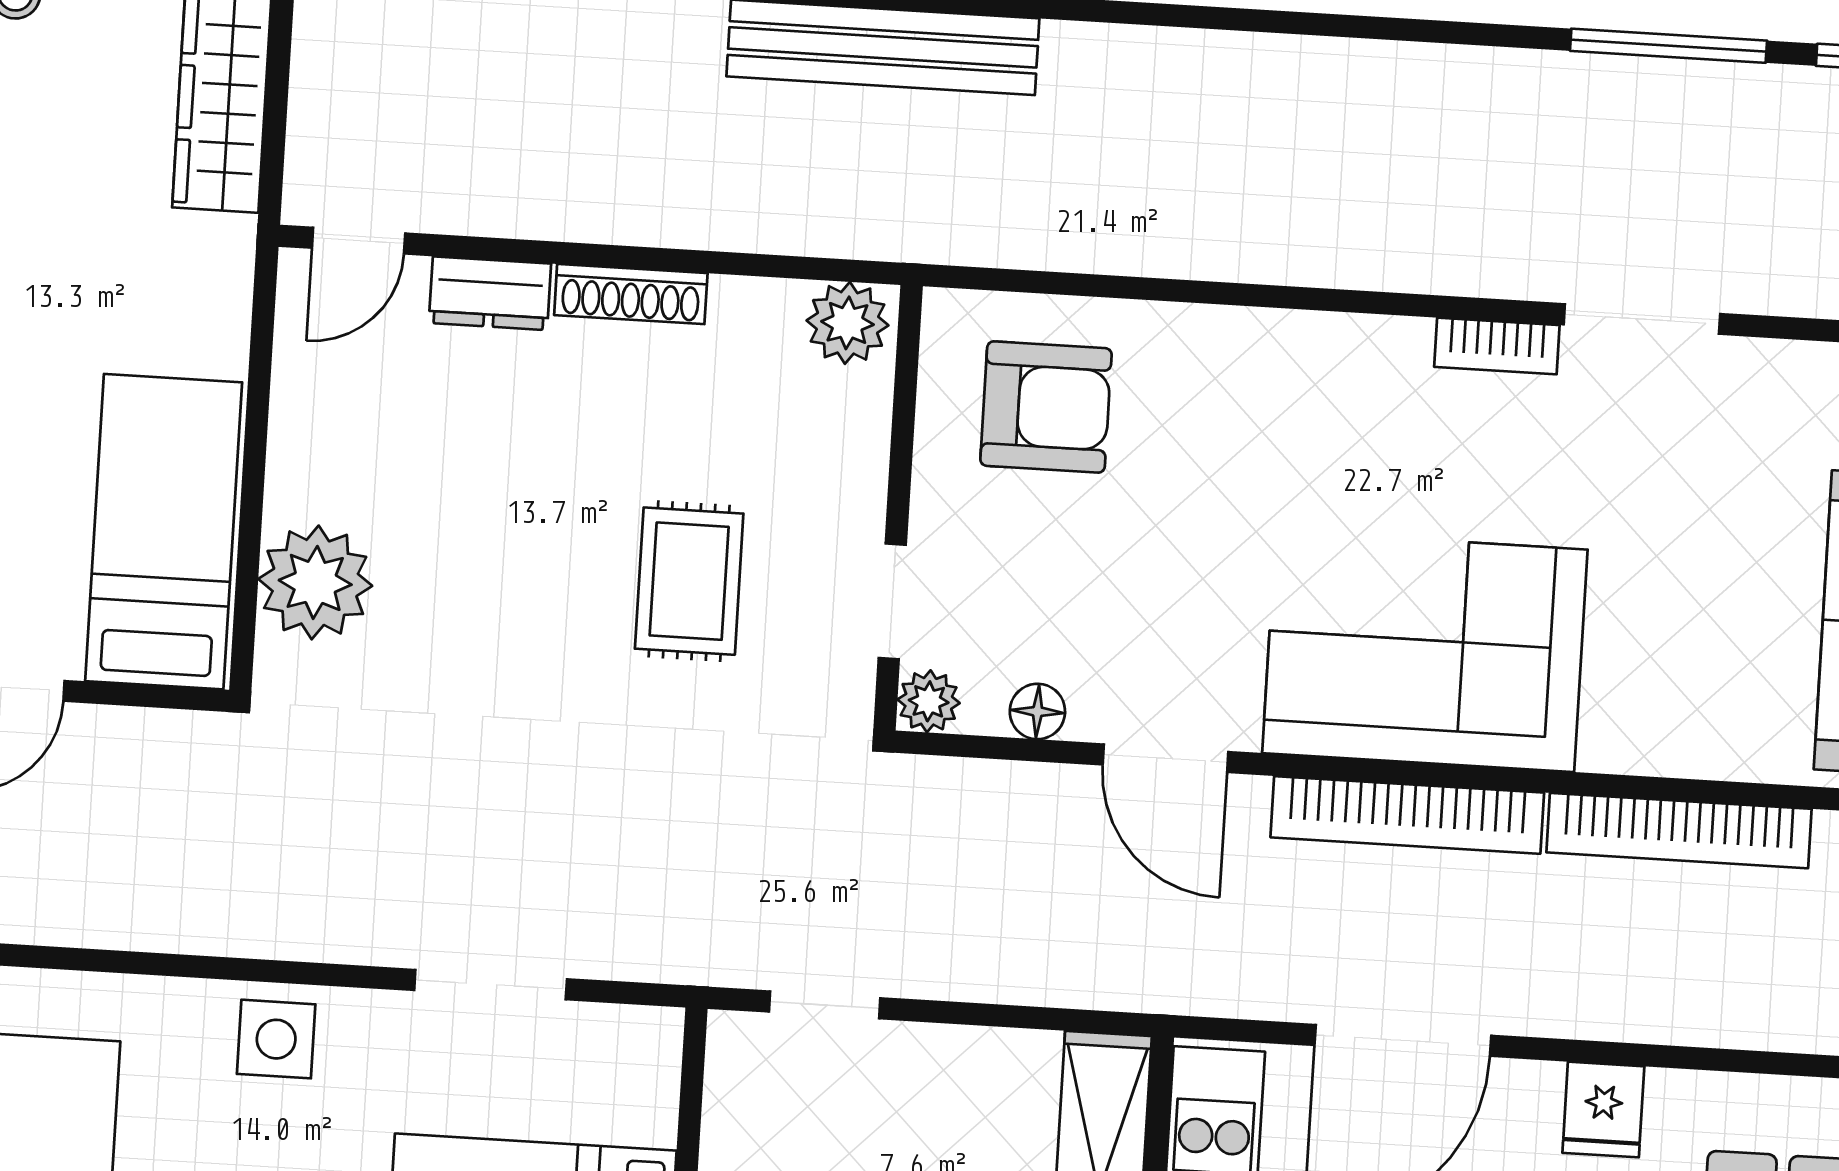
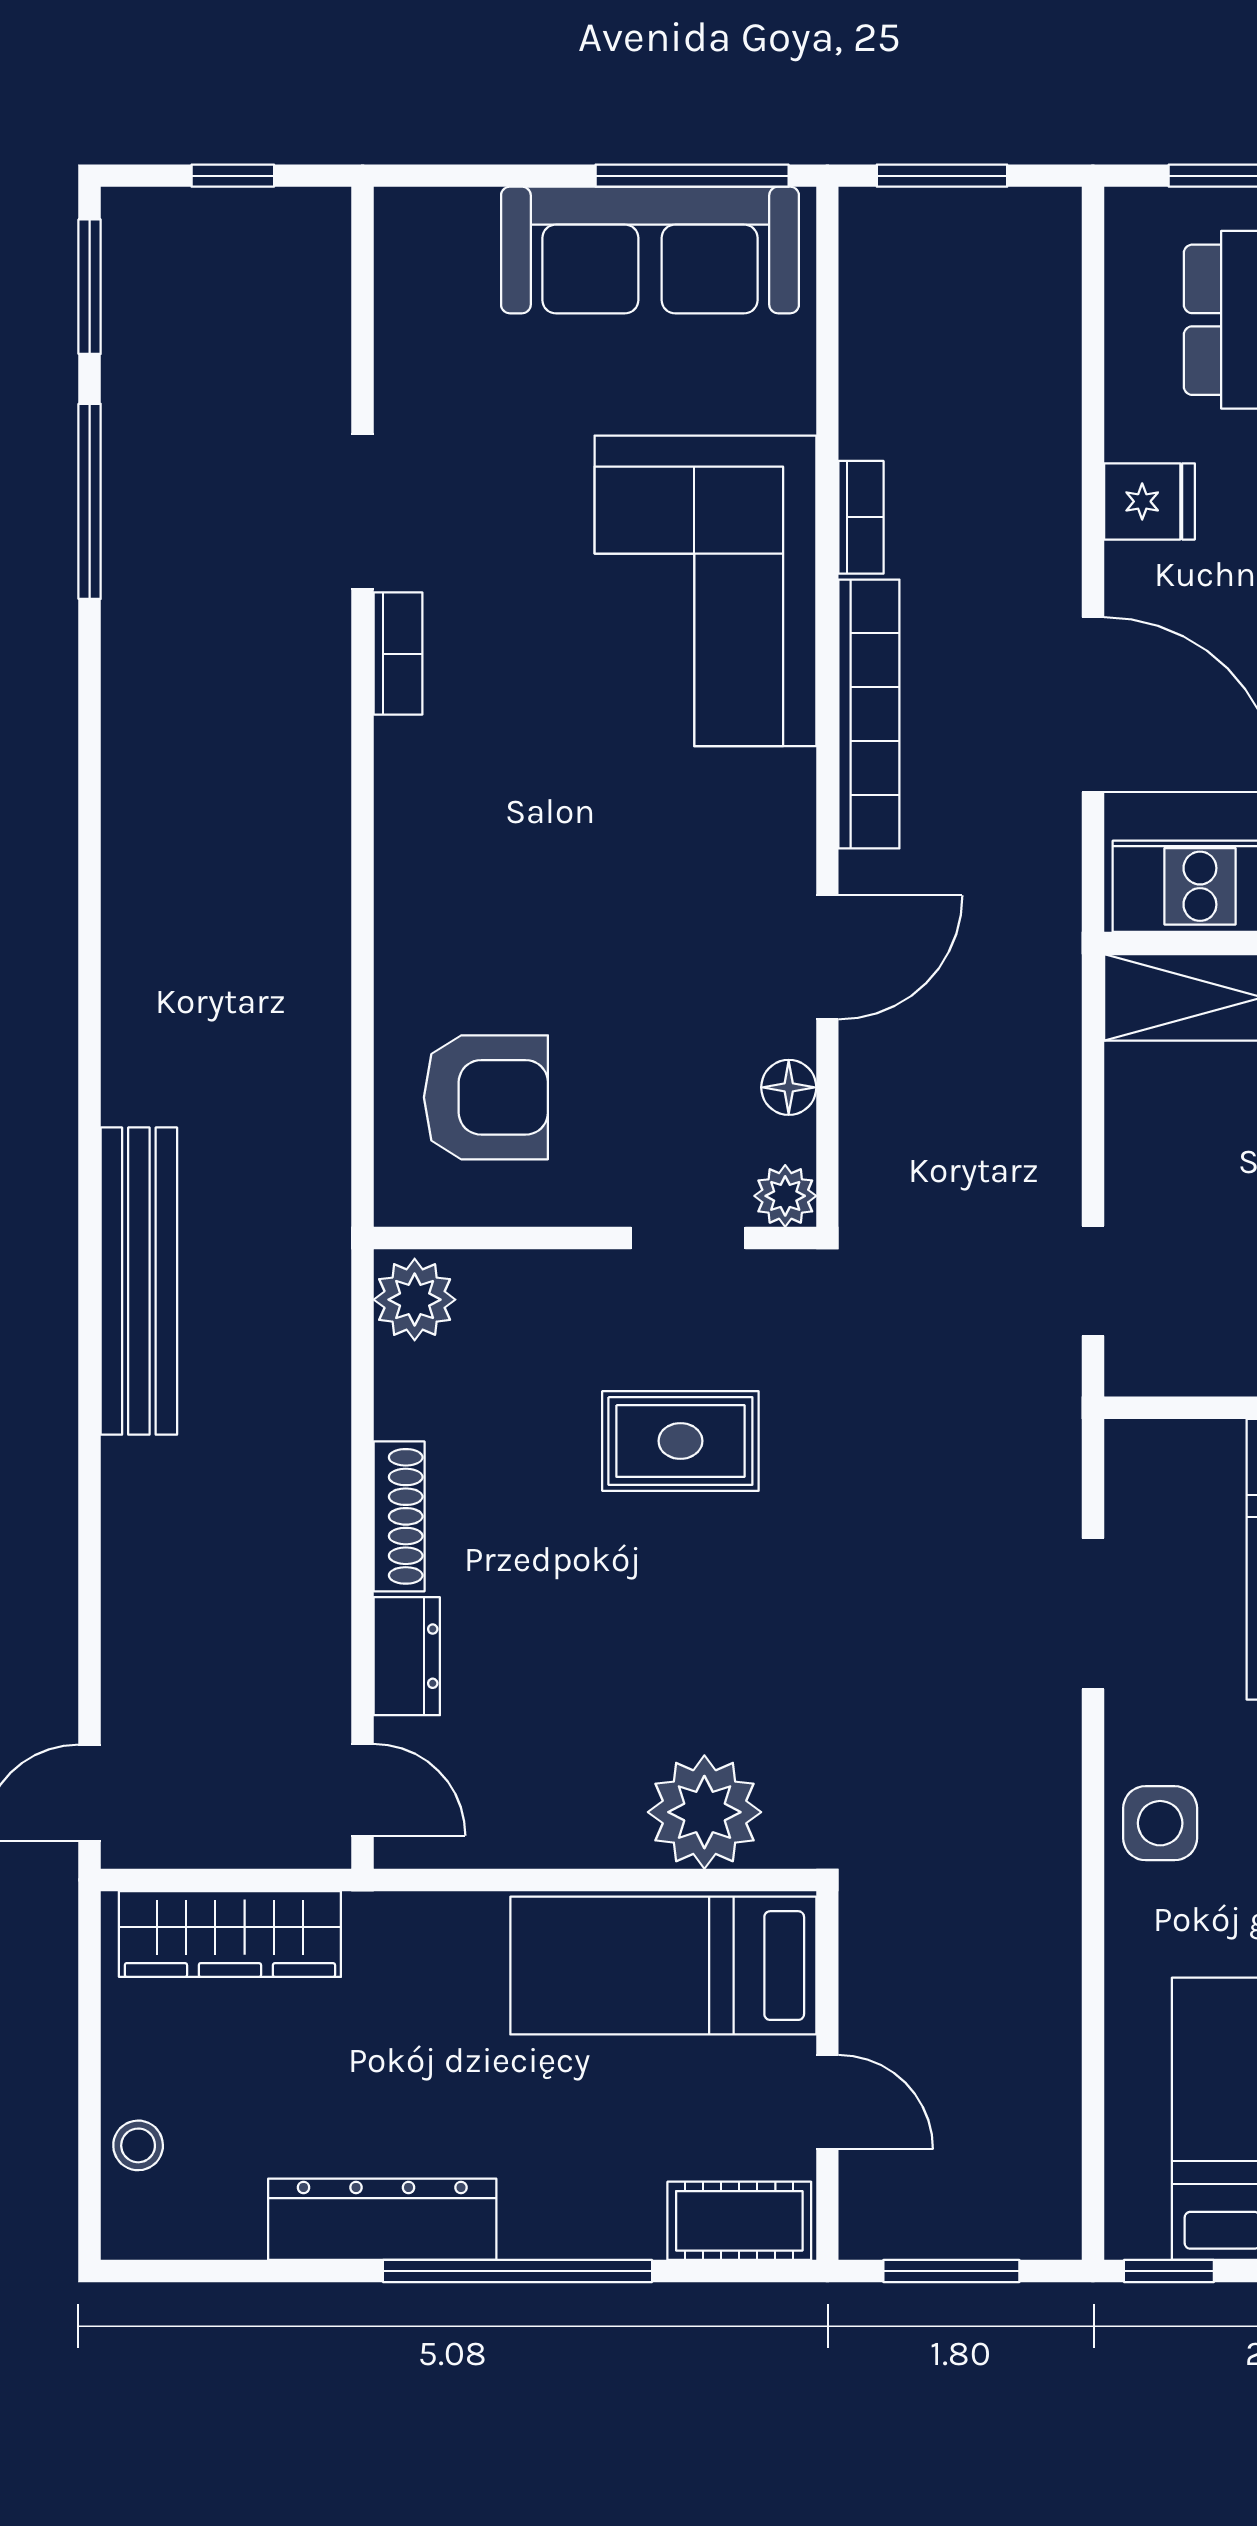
armchair: (1046, 407) -> (486, 1097), turned 90
corner sofa: (1425, 651) -> (705, 591), moved
bookcase: (1679, 831) -> (861, 517), width x0.43, depth x0.76

